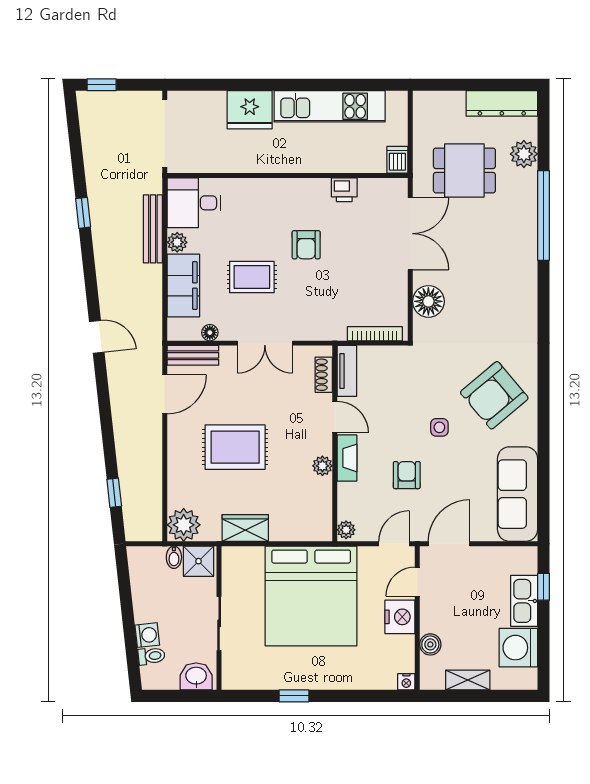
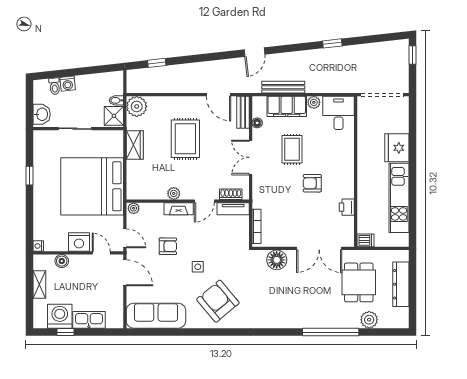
dresser: (502, 103) -> (401, 284), moved
bench: (153, 229) -> (283, 87), moved
window: (544, 587) -> (65, 332), moved

